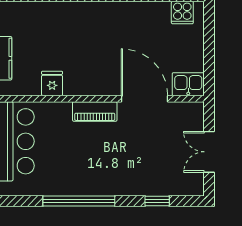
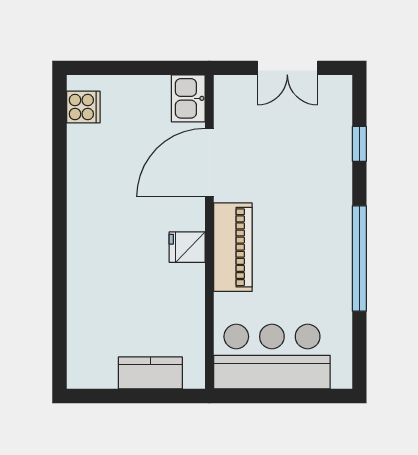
fridge: (52, 83) -> (187, 247), moved
piano: (95, 111) -> (233, 247), width x1.37, depth x1.33

